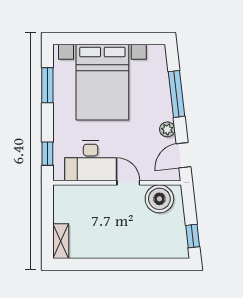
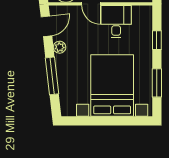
window: (47, 154) -> (157, 40), moved
desk: (91, 161) -> (116, 22), width x0.73

